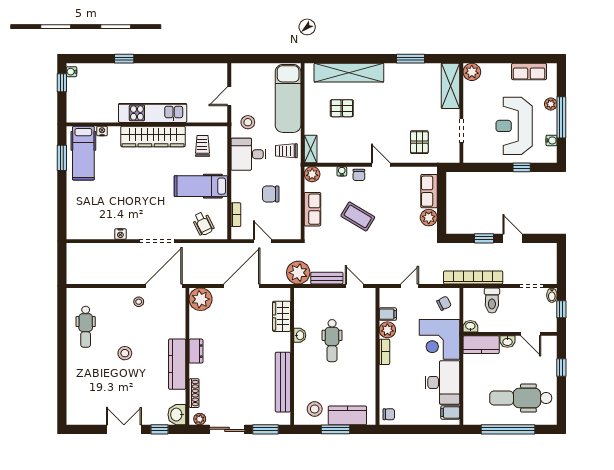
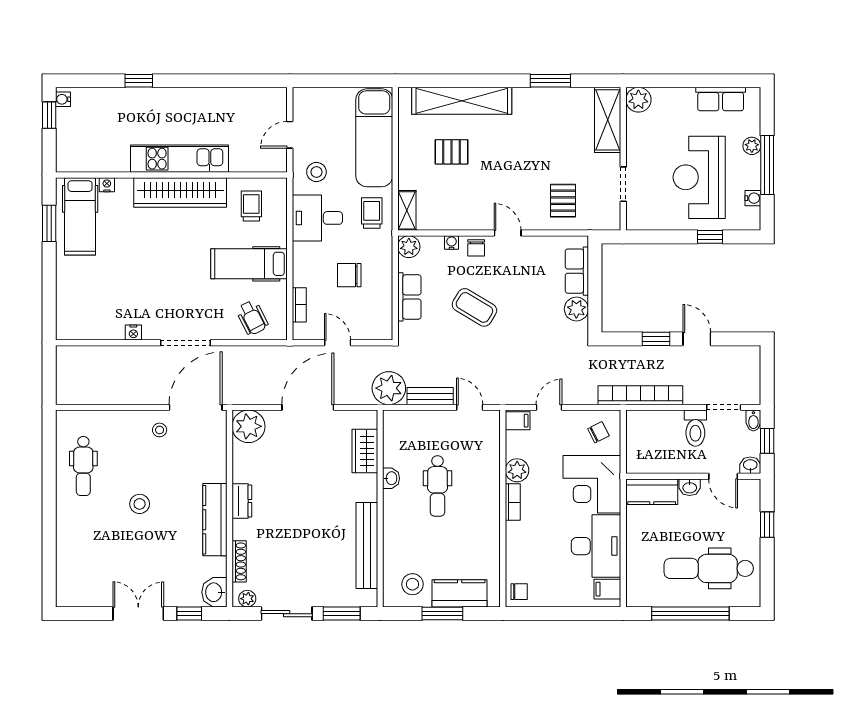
trolley: (286, 151) -> (372, 213), turned 90
toilet: (492, 300) -> (695, 428), moved
filing cabinet: (388, 314) -> (518, 421), moved
washbasin: (470, 326) -> (750, 465), moved

